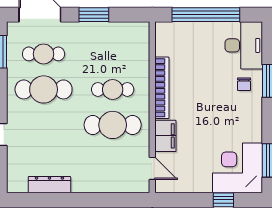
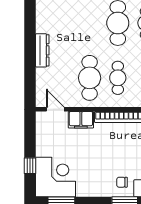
door: (152, 168) -> (55, 109), swing flipped
dresser: (49, 185) -> (42, 50), moved

